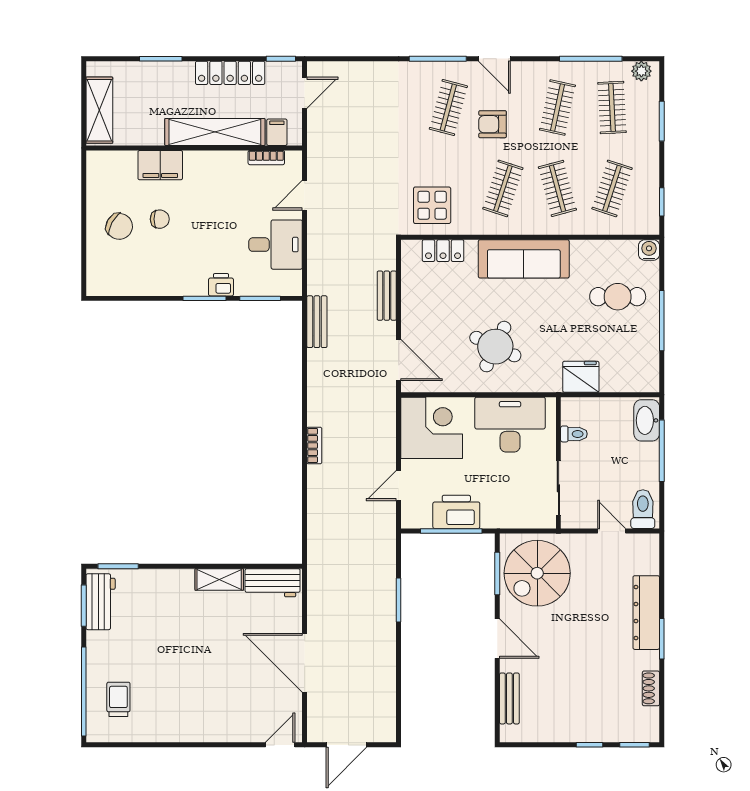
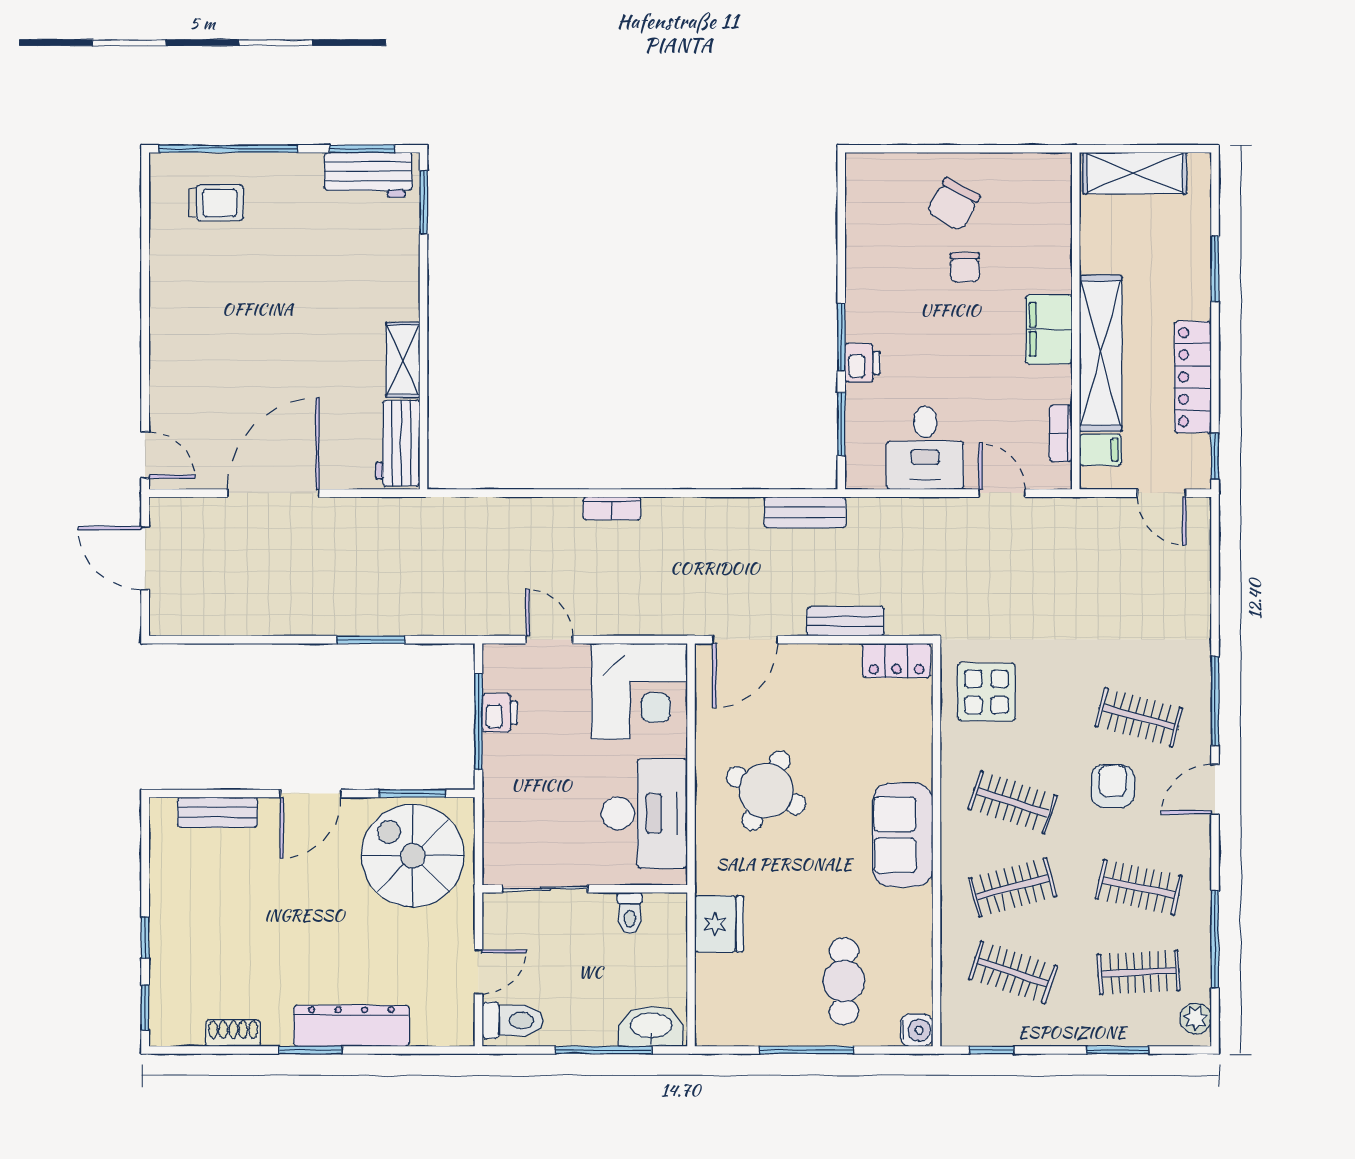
filing cabinet: (160, 165) -> (1049, 329), moved
locker: (443, 251) -> (896, 660), moved, turned -90
sofa: (524, 259) -> (903, 835), width x0.73
printer: (456, 512) -> (500, 713), width x0.53, depth x0.68

